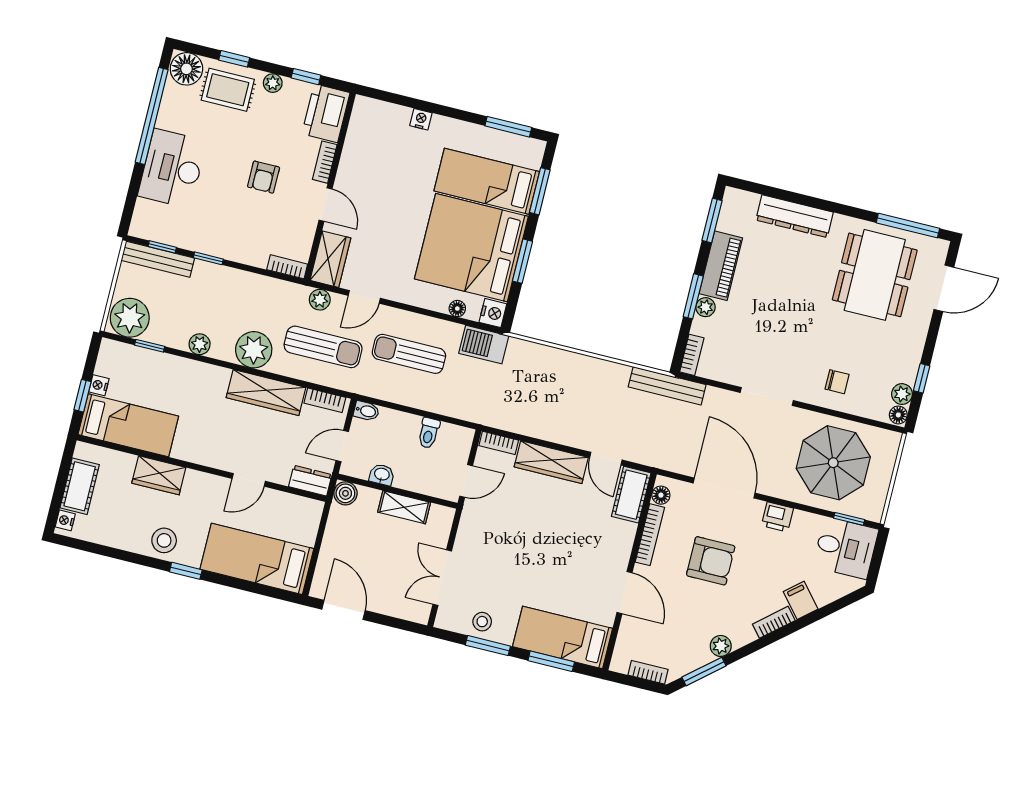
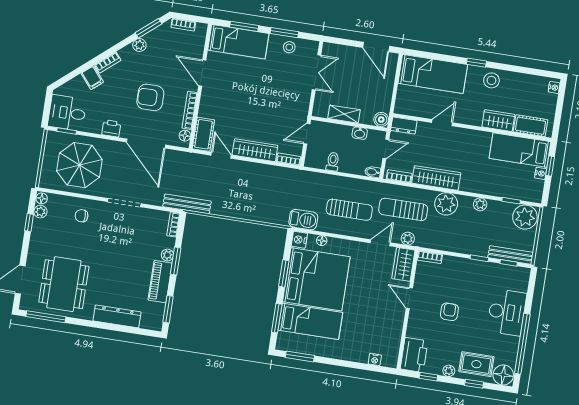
nightstand: (421, 119) -> (375, 359), moved
bookcase: (325, 162) -> (412, 324), removed
cot: (80, 486) -> (530, 126), moved, turned 90

